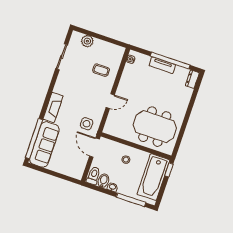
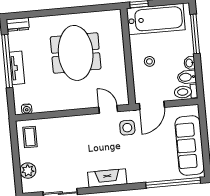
coffee table: (101, 70) -> (30, 137), moved
door: (110, 101) -> (108, 109), moved
fireplace: (53, 108) -> (107, 178), moved
meeting table: (155, 127) -> (76, 53), moved
sofa: (44, 144) -> (190, 146), moved, turned -90

